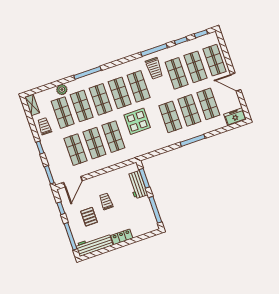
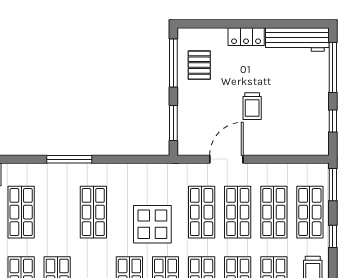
shop shelf: (189, 110) -> (310, 212), moved
door: (73, 182) -> (226, 159), moved
workbench: (137, 185) -> (189, 116), removed
pallet: (89, 217) -> (199, 65), moved

